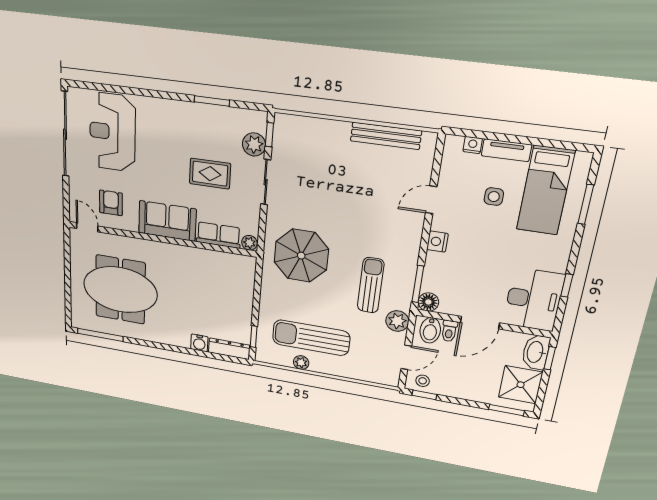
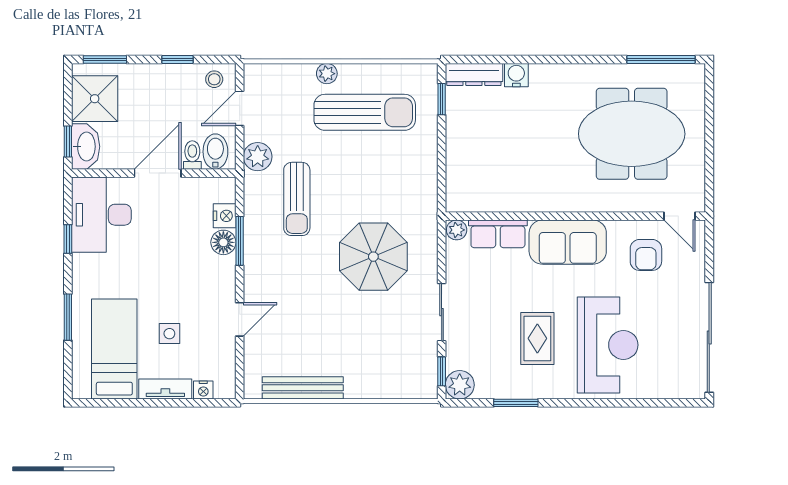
reception desk: (113, 132) -> (608, 345), moved
plant: (254, 144) -> (460, 385), moved
rug: (210, 174) -> (537, 338), moved, turned 90
window: (586, 204) -> (68, 317), moved
nightstand: (437, 242) -> (225, 216), moved
parasol: (301, 256) -> (373, 257), moved
window: (418, 284) -> (240, 241), moved
floor lamp: (428, 302) -> (223, 242), moved
plant: (301, 363) -> (327, 74), moved
window: (424, 395) -> (177, 59), moved

